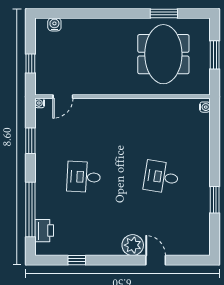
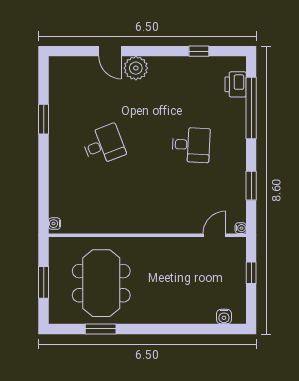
desk: (161, 177) -> (104, 145), turned -30

